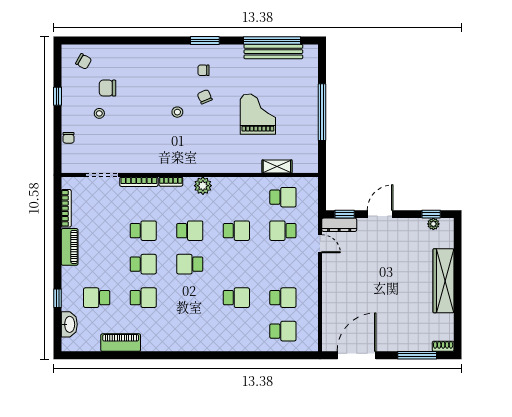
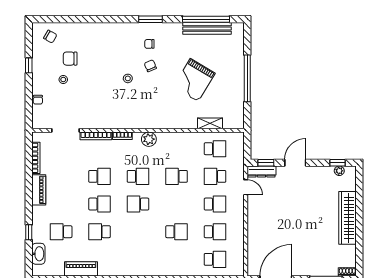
grand piano: (258, 114) -> (194, 80), turned -149
school desk: (236, 231) -> (176, 176), turned 180
school desk: (283, 264) -> (215, 204), added
school desk: (143, 298) -> (100, 232), turned 180

